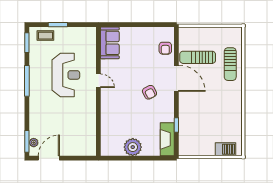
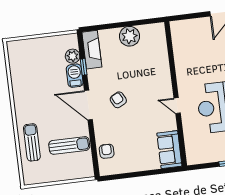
door: (176, 78) -> (88, 105), moved
plant: (185, 136) -> (73, 56), added
barbecue: (226, 149) -> (75, 76), moved, turned 90

